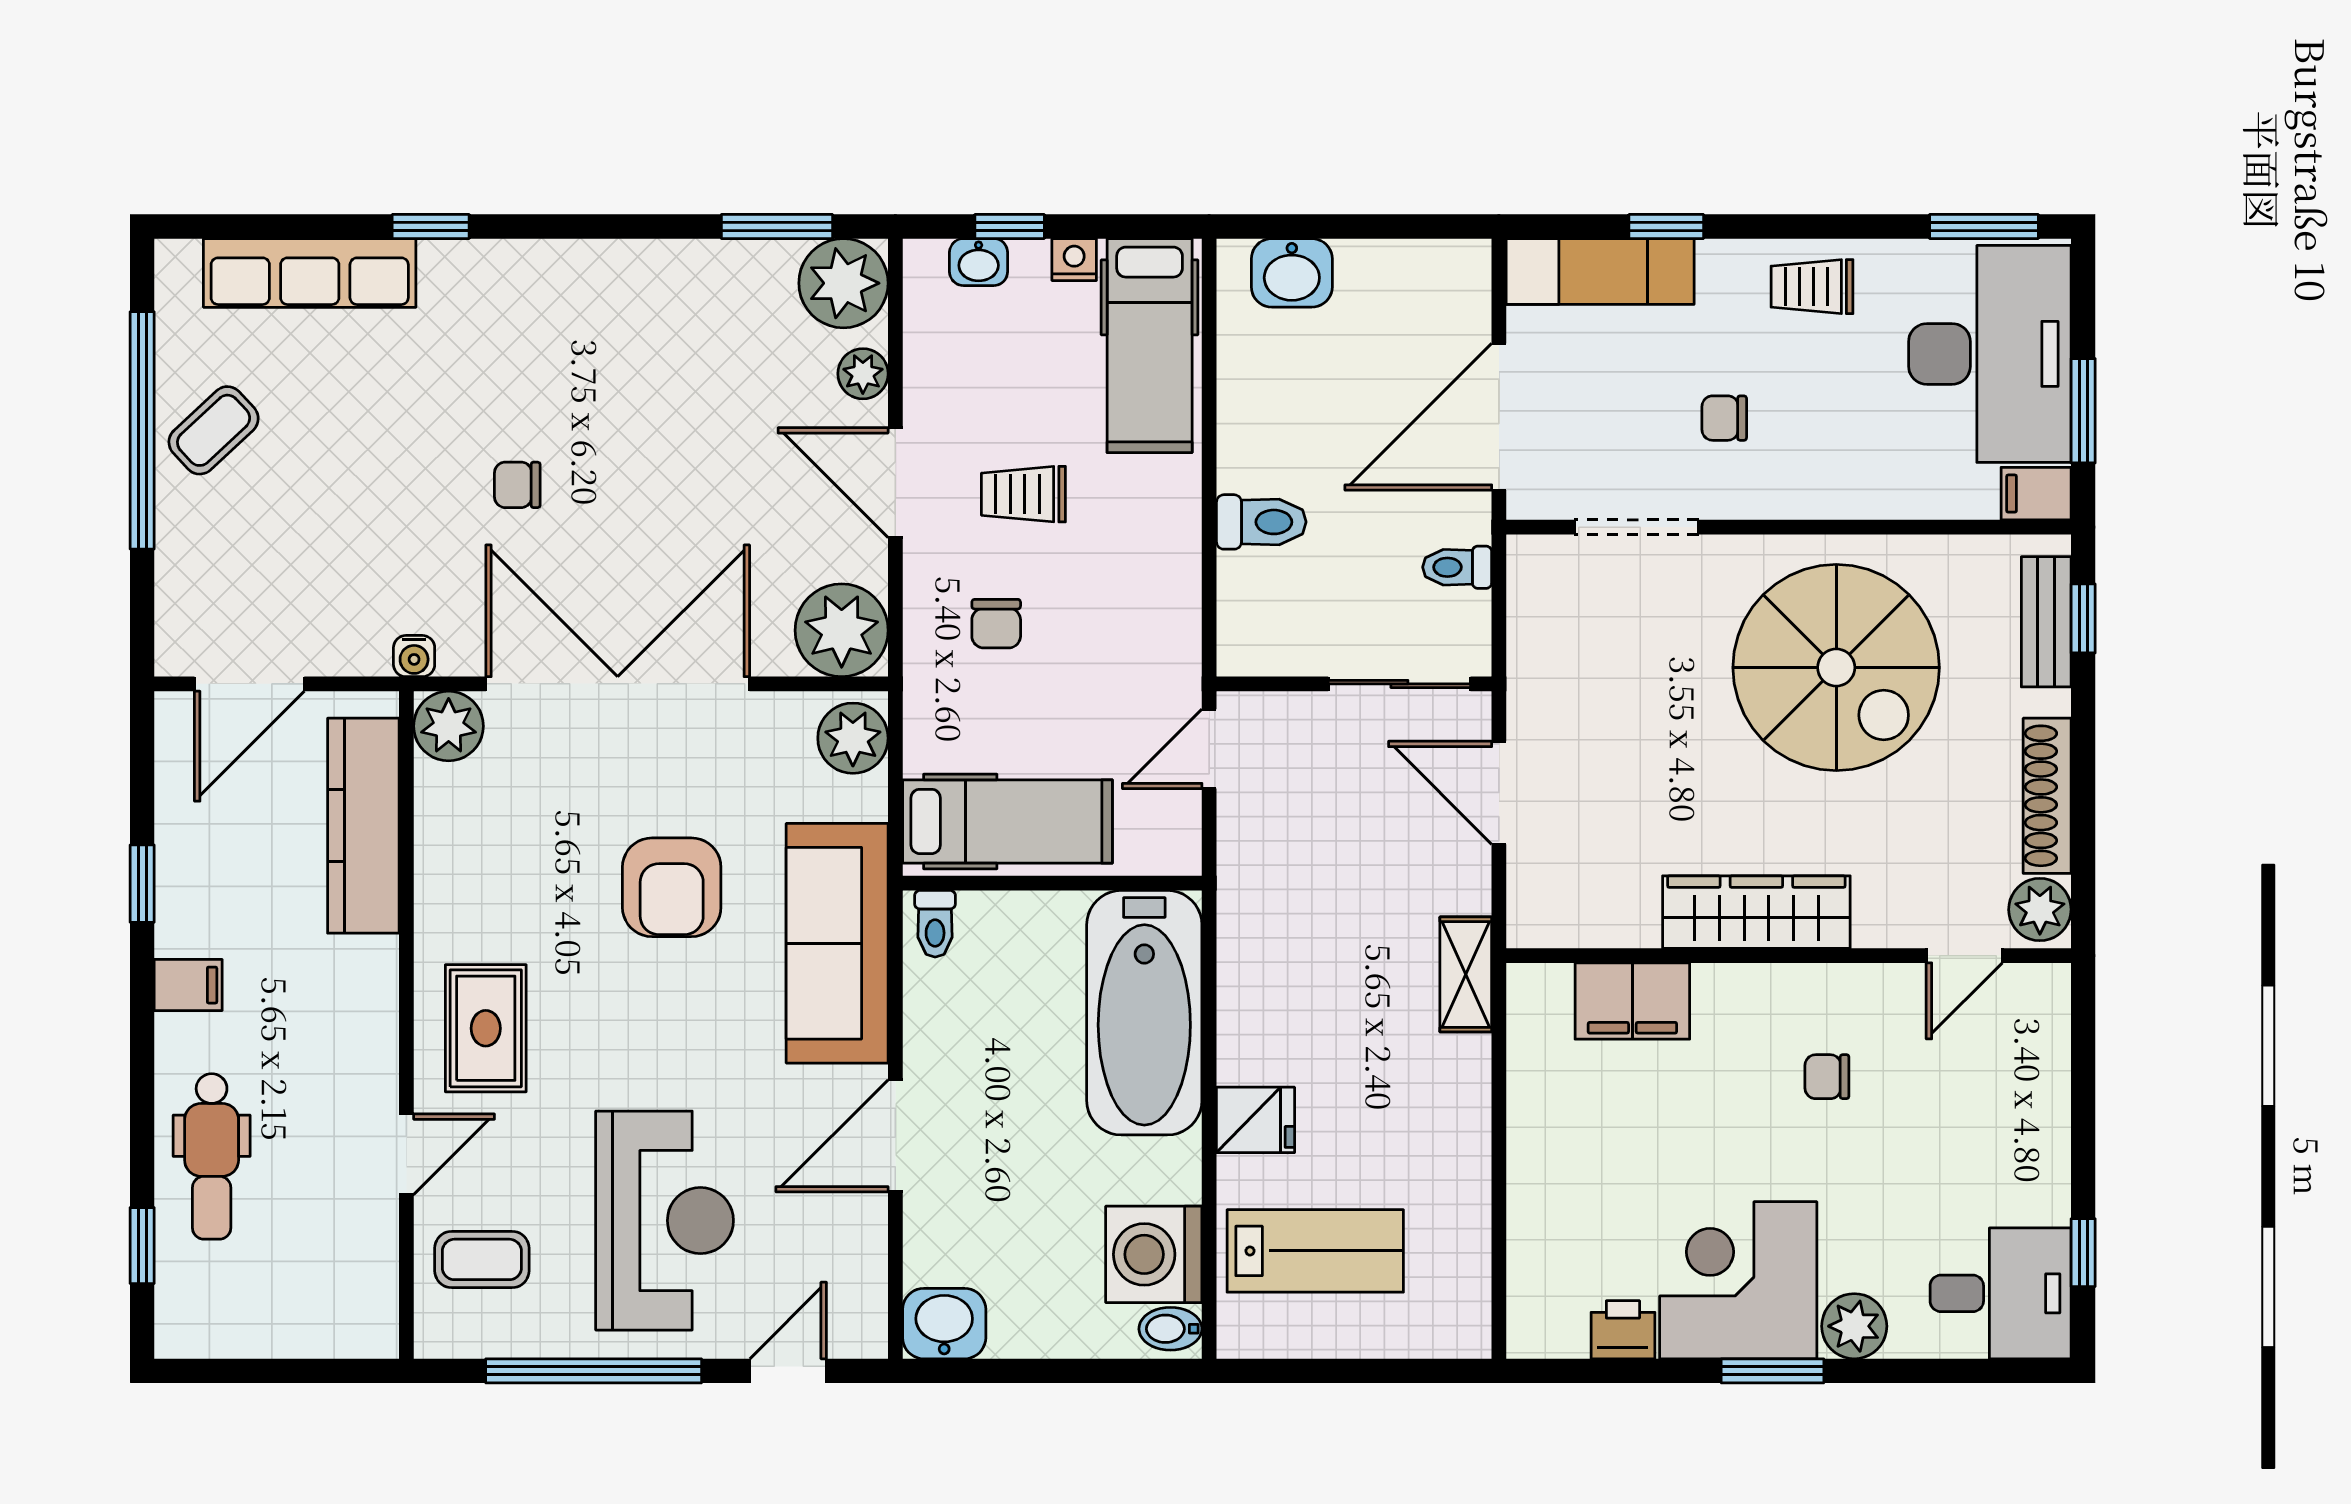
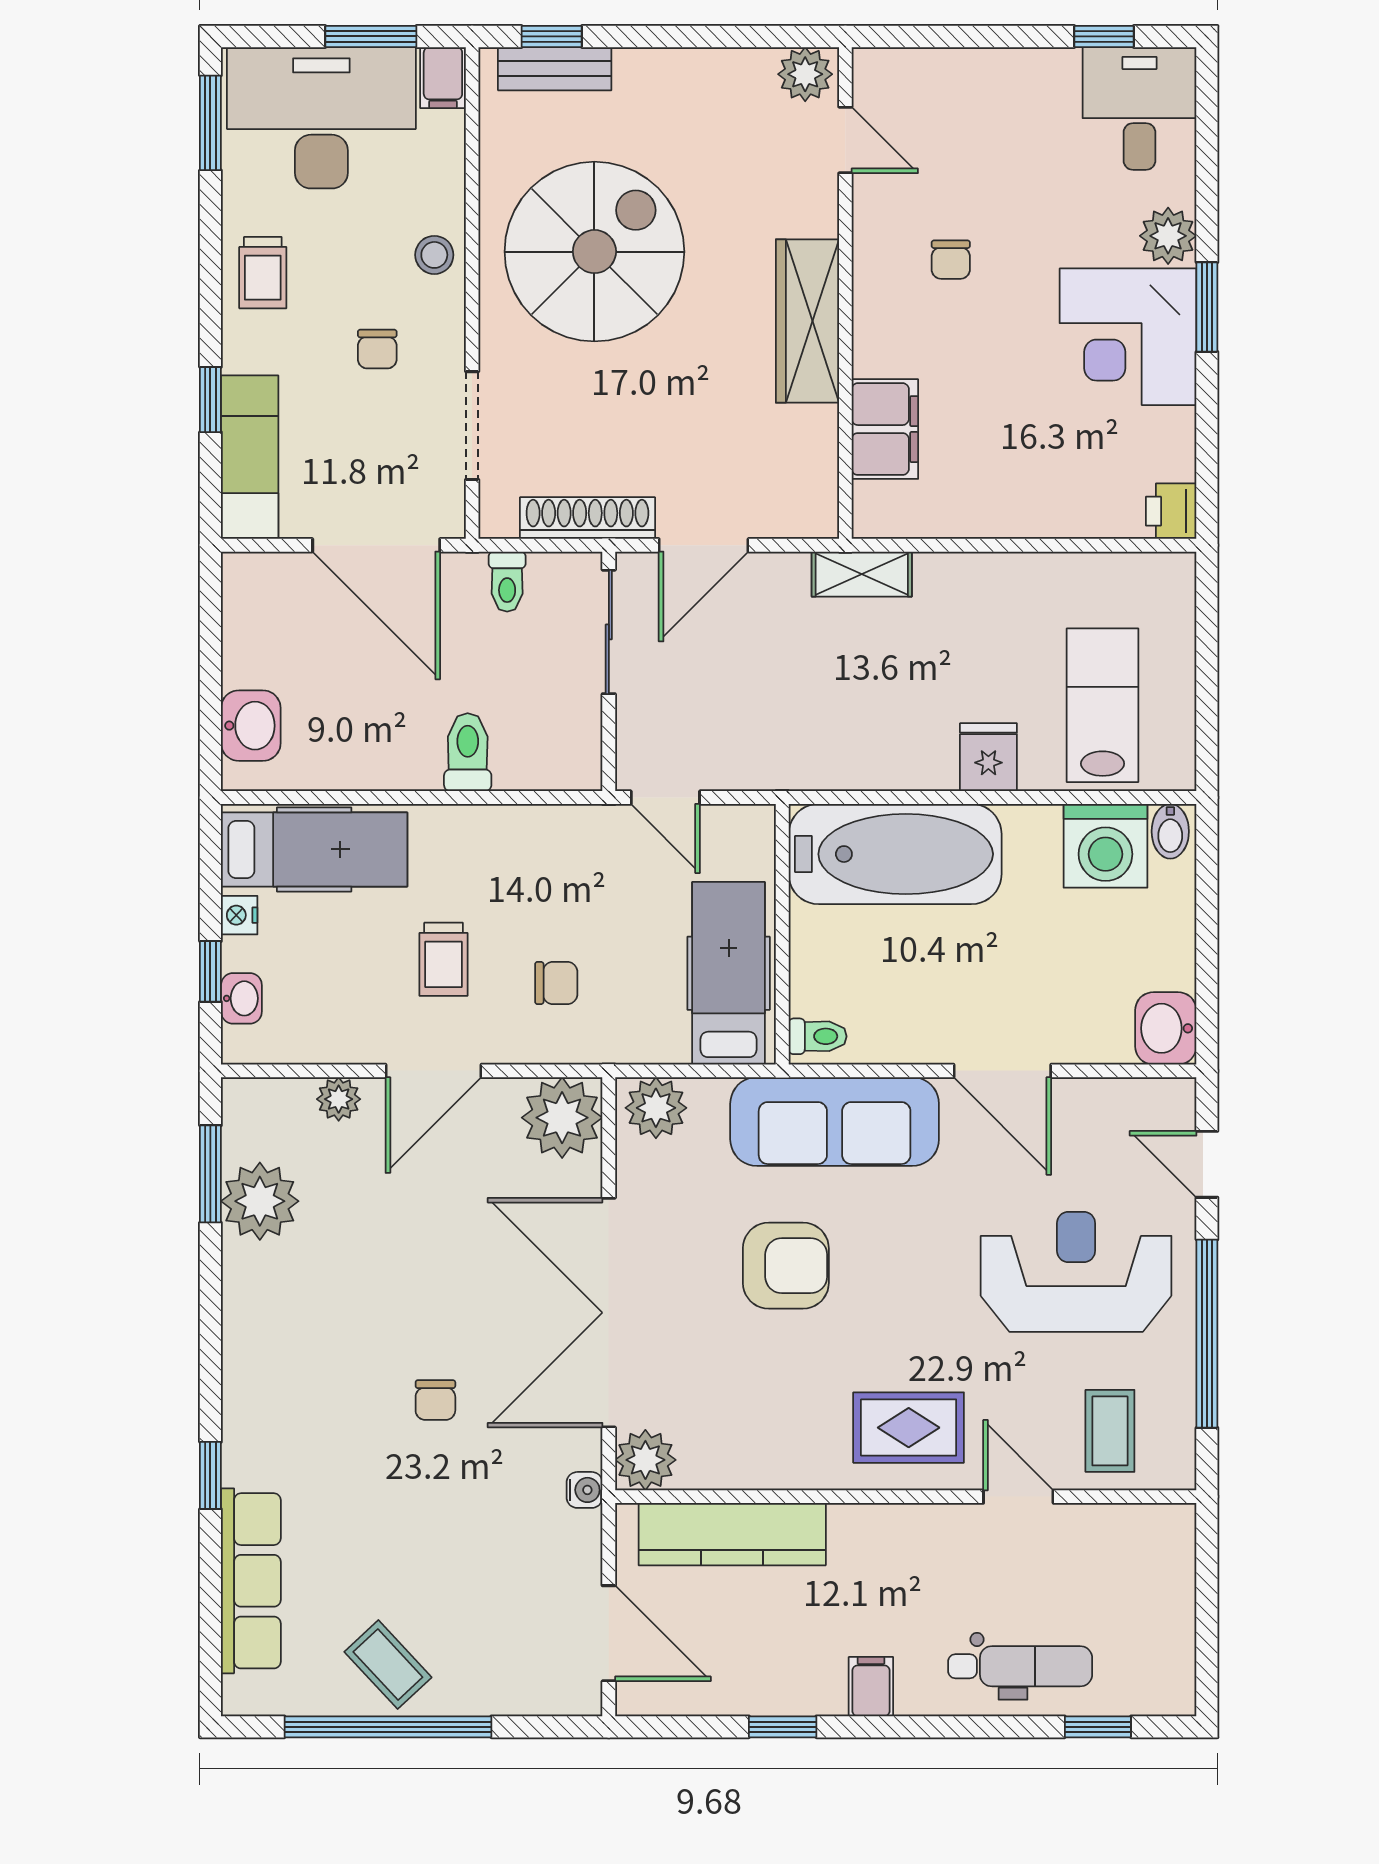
plant: (843, 283) -> (260, 1201), moved
stool: (1832, 484) -> (434, 255), added
shoe rack: (2047, 796) -> (587, 518), moved, turned 180
printer: (1623, 1330) -> (1171, 511), moved

